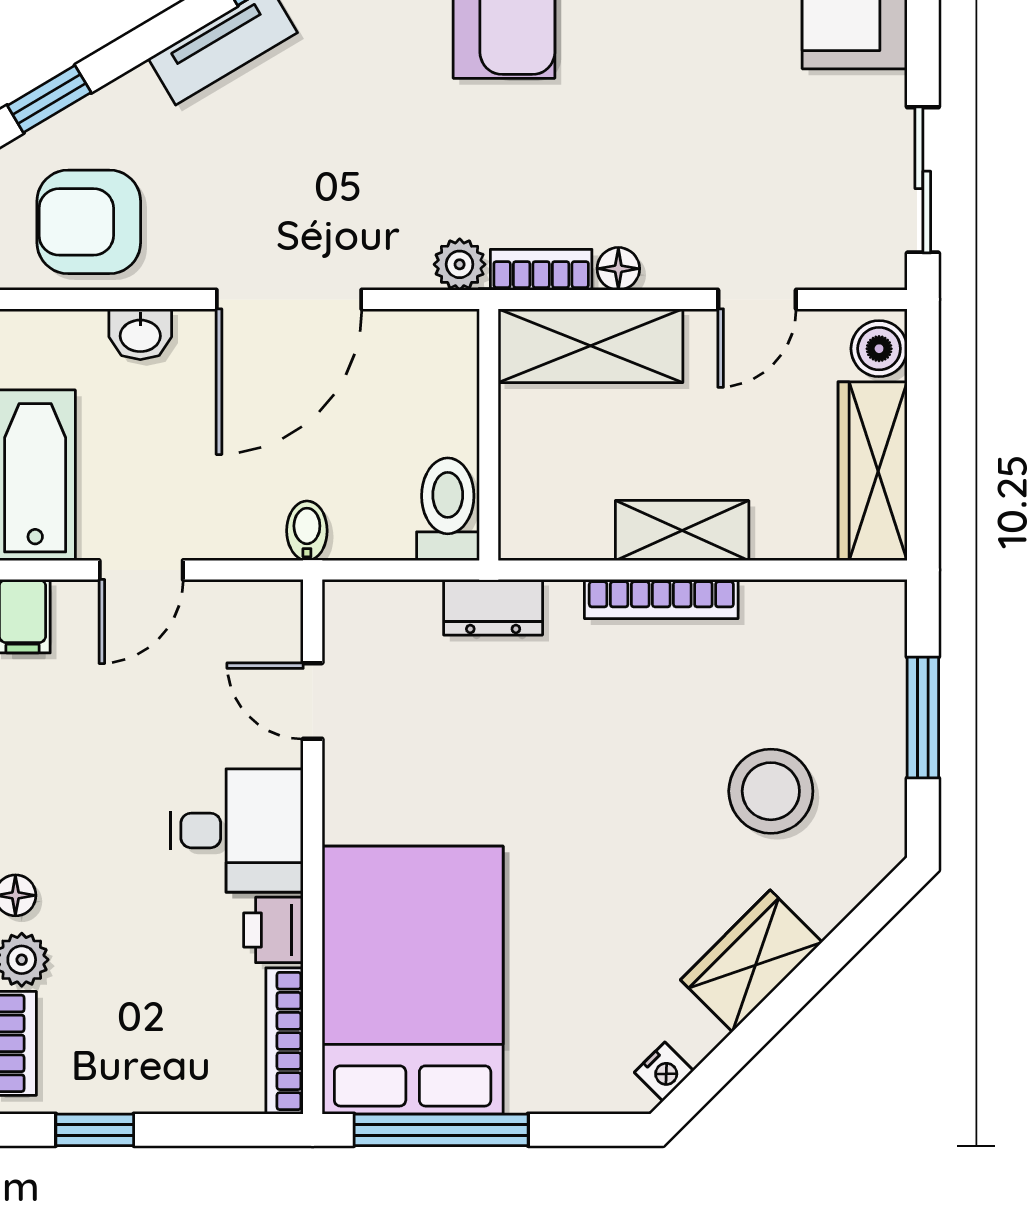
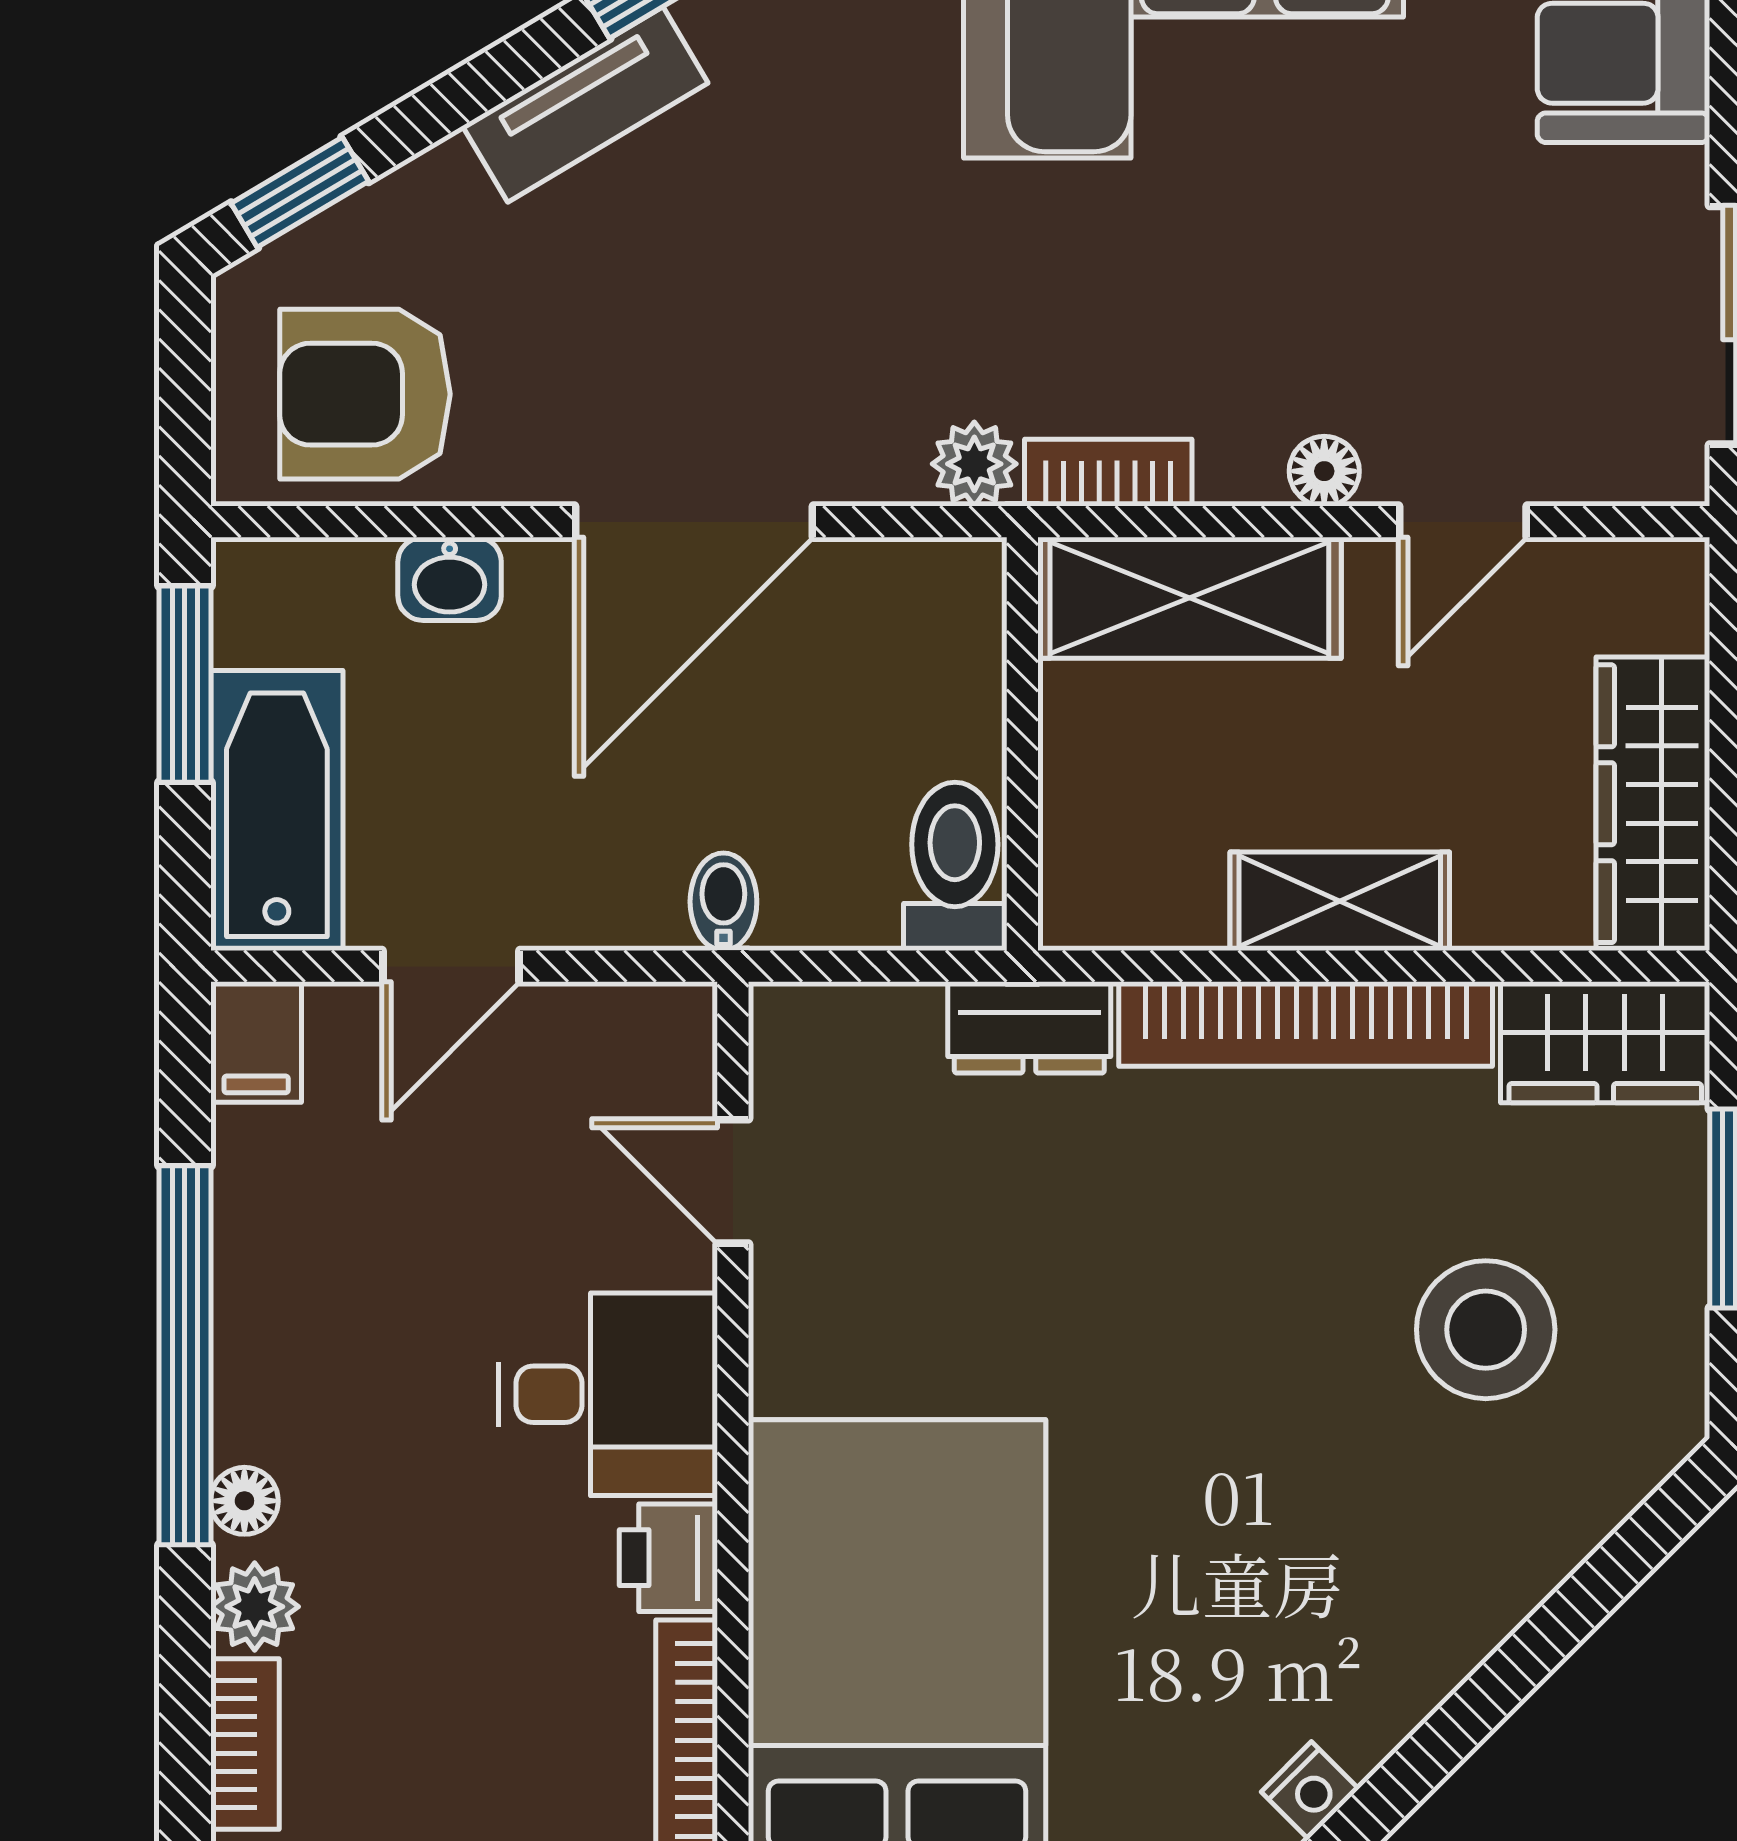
floor lamp: (618, 269) -> (1324, 471), moved
boiler: (879, 349) -> (1664, 602), removed
bookcase: (661, 599) -> (1306, 1024), width x1.48, depth x1.31
wardrobe: (751, 961) -> (1605, 1042), moved, turned -135

